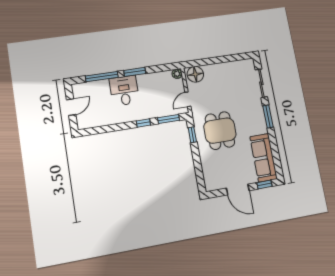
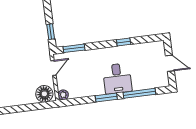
door: (71, 107) -> (170, 63), swing flipped
window: (143, 123) -> (124, 42), moved
dining table: (220, 131) -> (22, 35), removed

